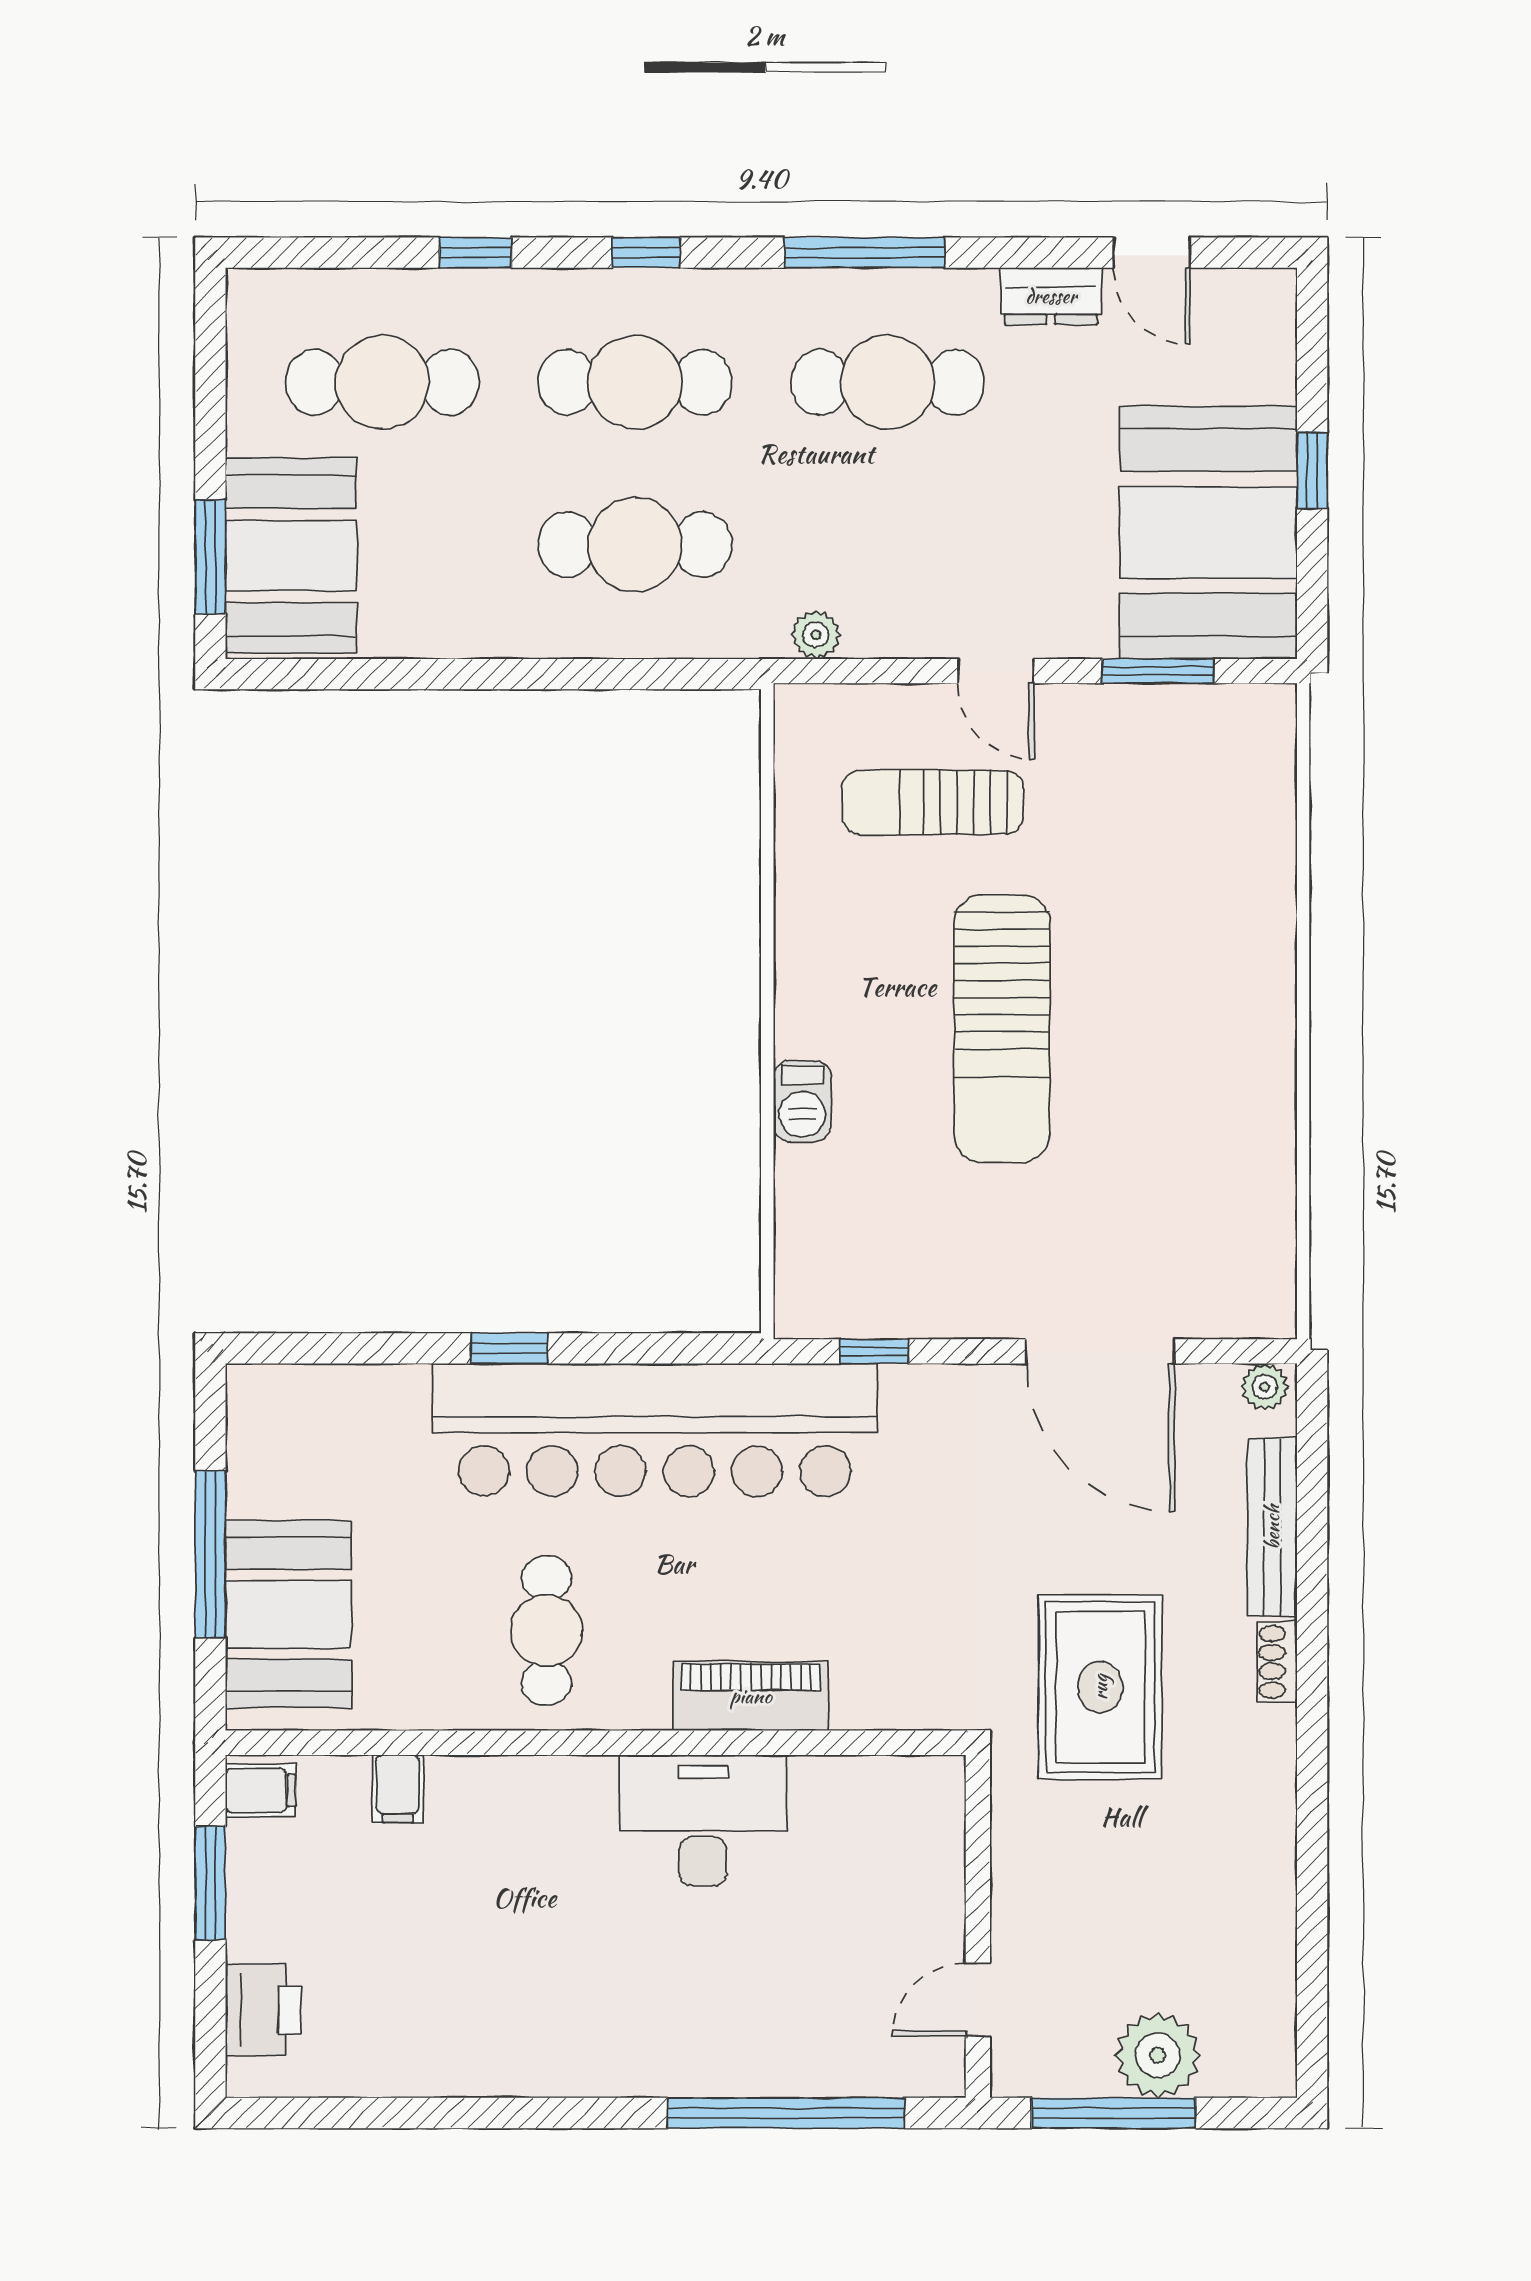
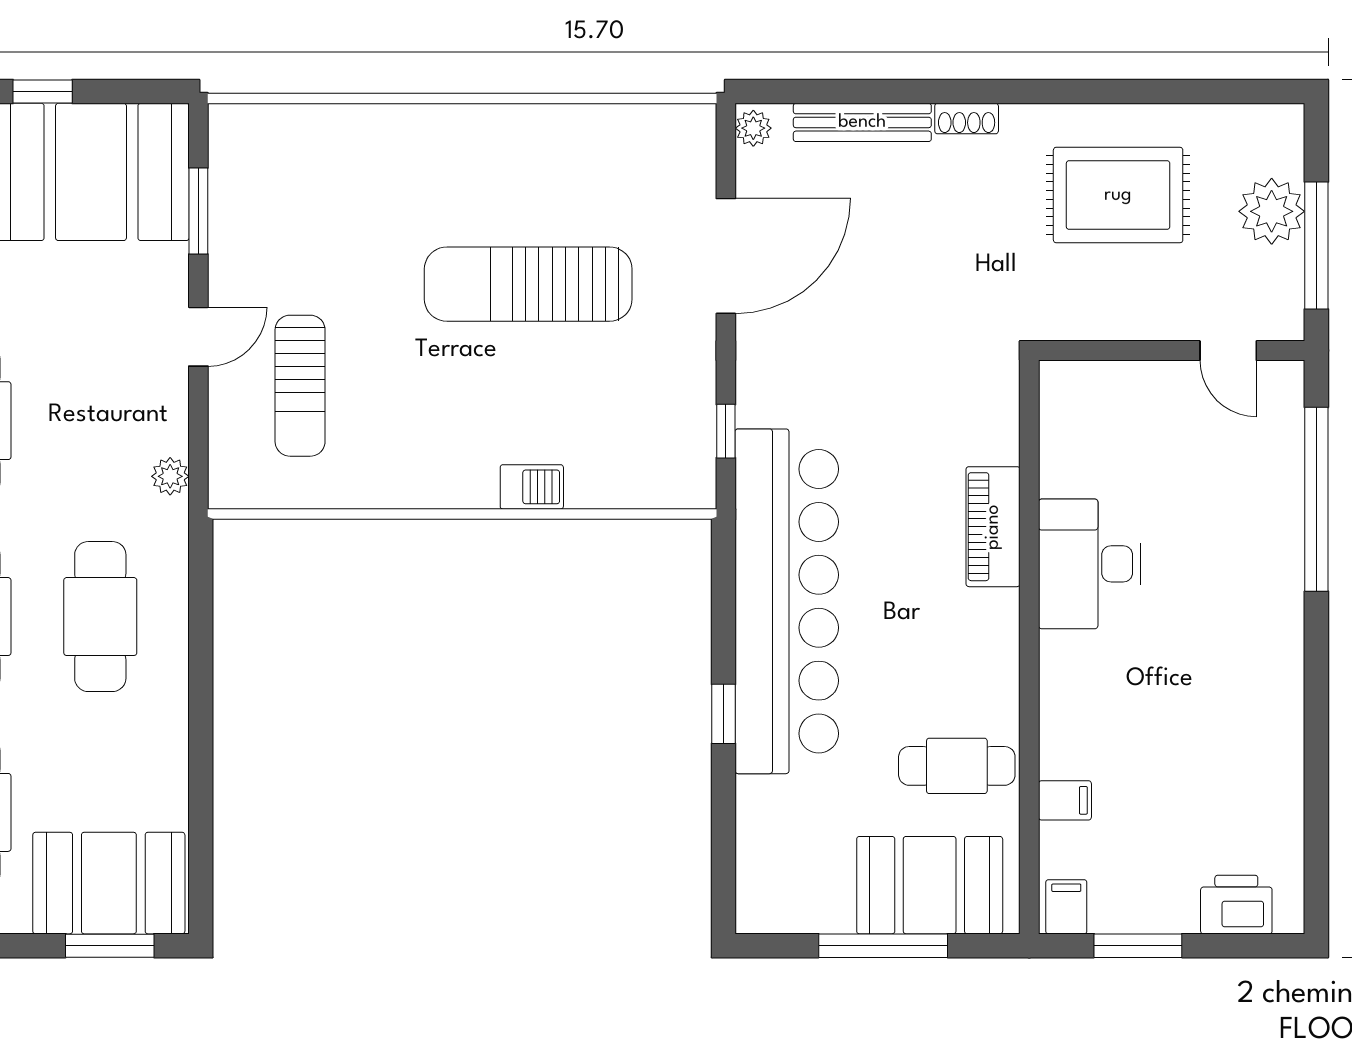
sun lounger: (1002, 1029) -> (528, 284), moved, turned 180
cafe table: (546, 1631) -> (957, 766), moved
rug: (1100, 1687) -> (1118, 195), moved

